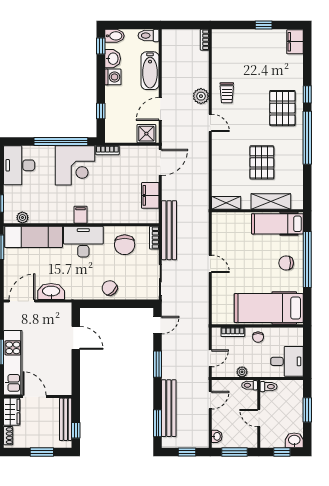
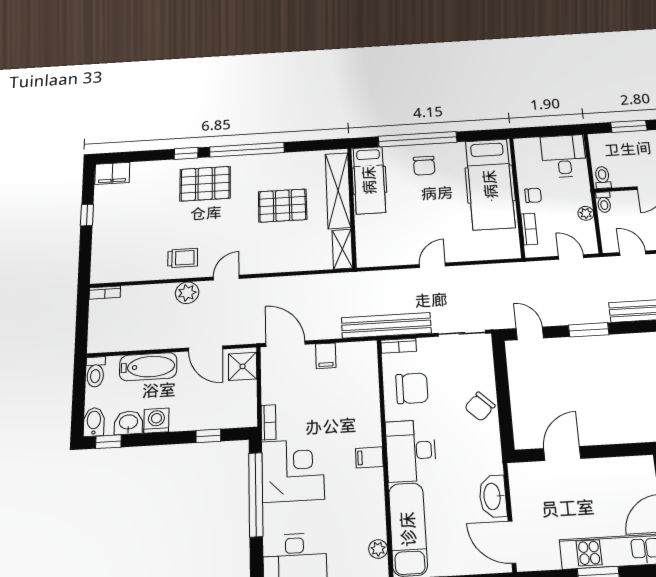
filing cabinet: (150, 195) -> (326, 356), width x0.50
shelving: (271, 202) -> (338, 190), width x1.47

